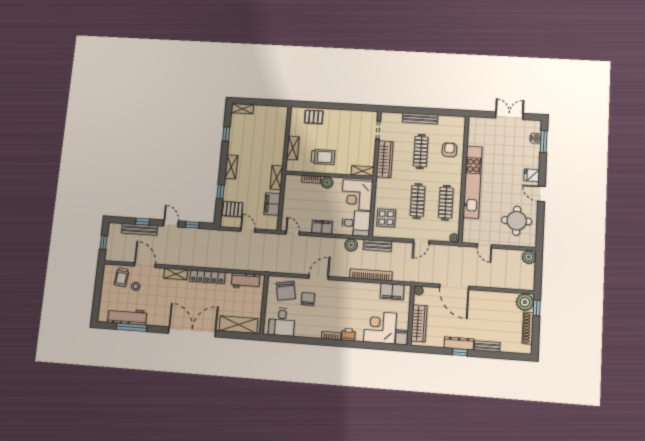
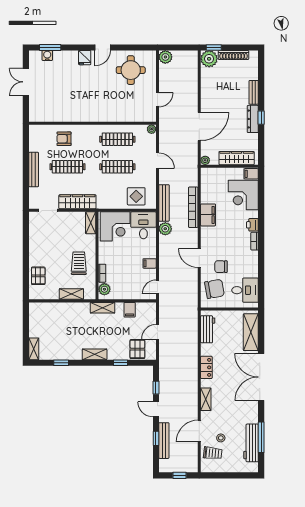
plant: (327, 182) -> (104, 289), moved
kitchen unit: (473, 182) -> (95, 114), removed
filing cabinet: (272, 204) -> (130, 310), width x0.50
door: (171, 224) -> (156, 409), hinge flipped
filing cabinet: (322, 227) -> (150, 263), width x0.50
bench: (377, 245) -> (164, 203), width x1.36
locker: (207, 277) -> (206, 367), width x0.66
filing cabinet: (392, 292) -> (208, 215), moved

